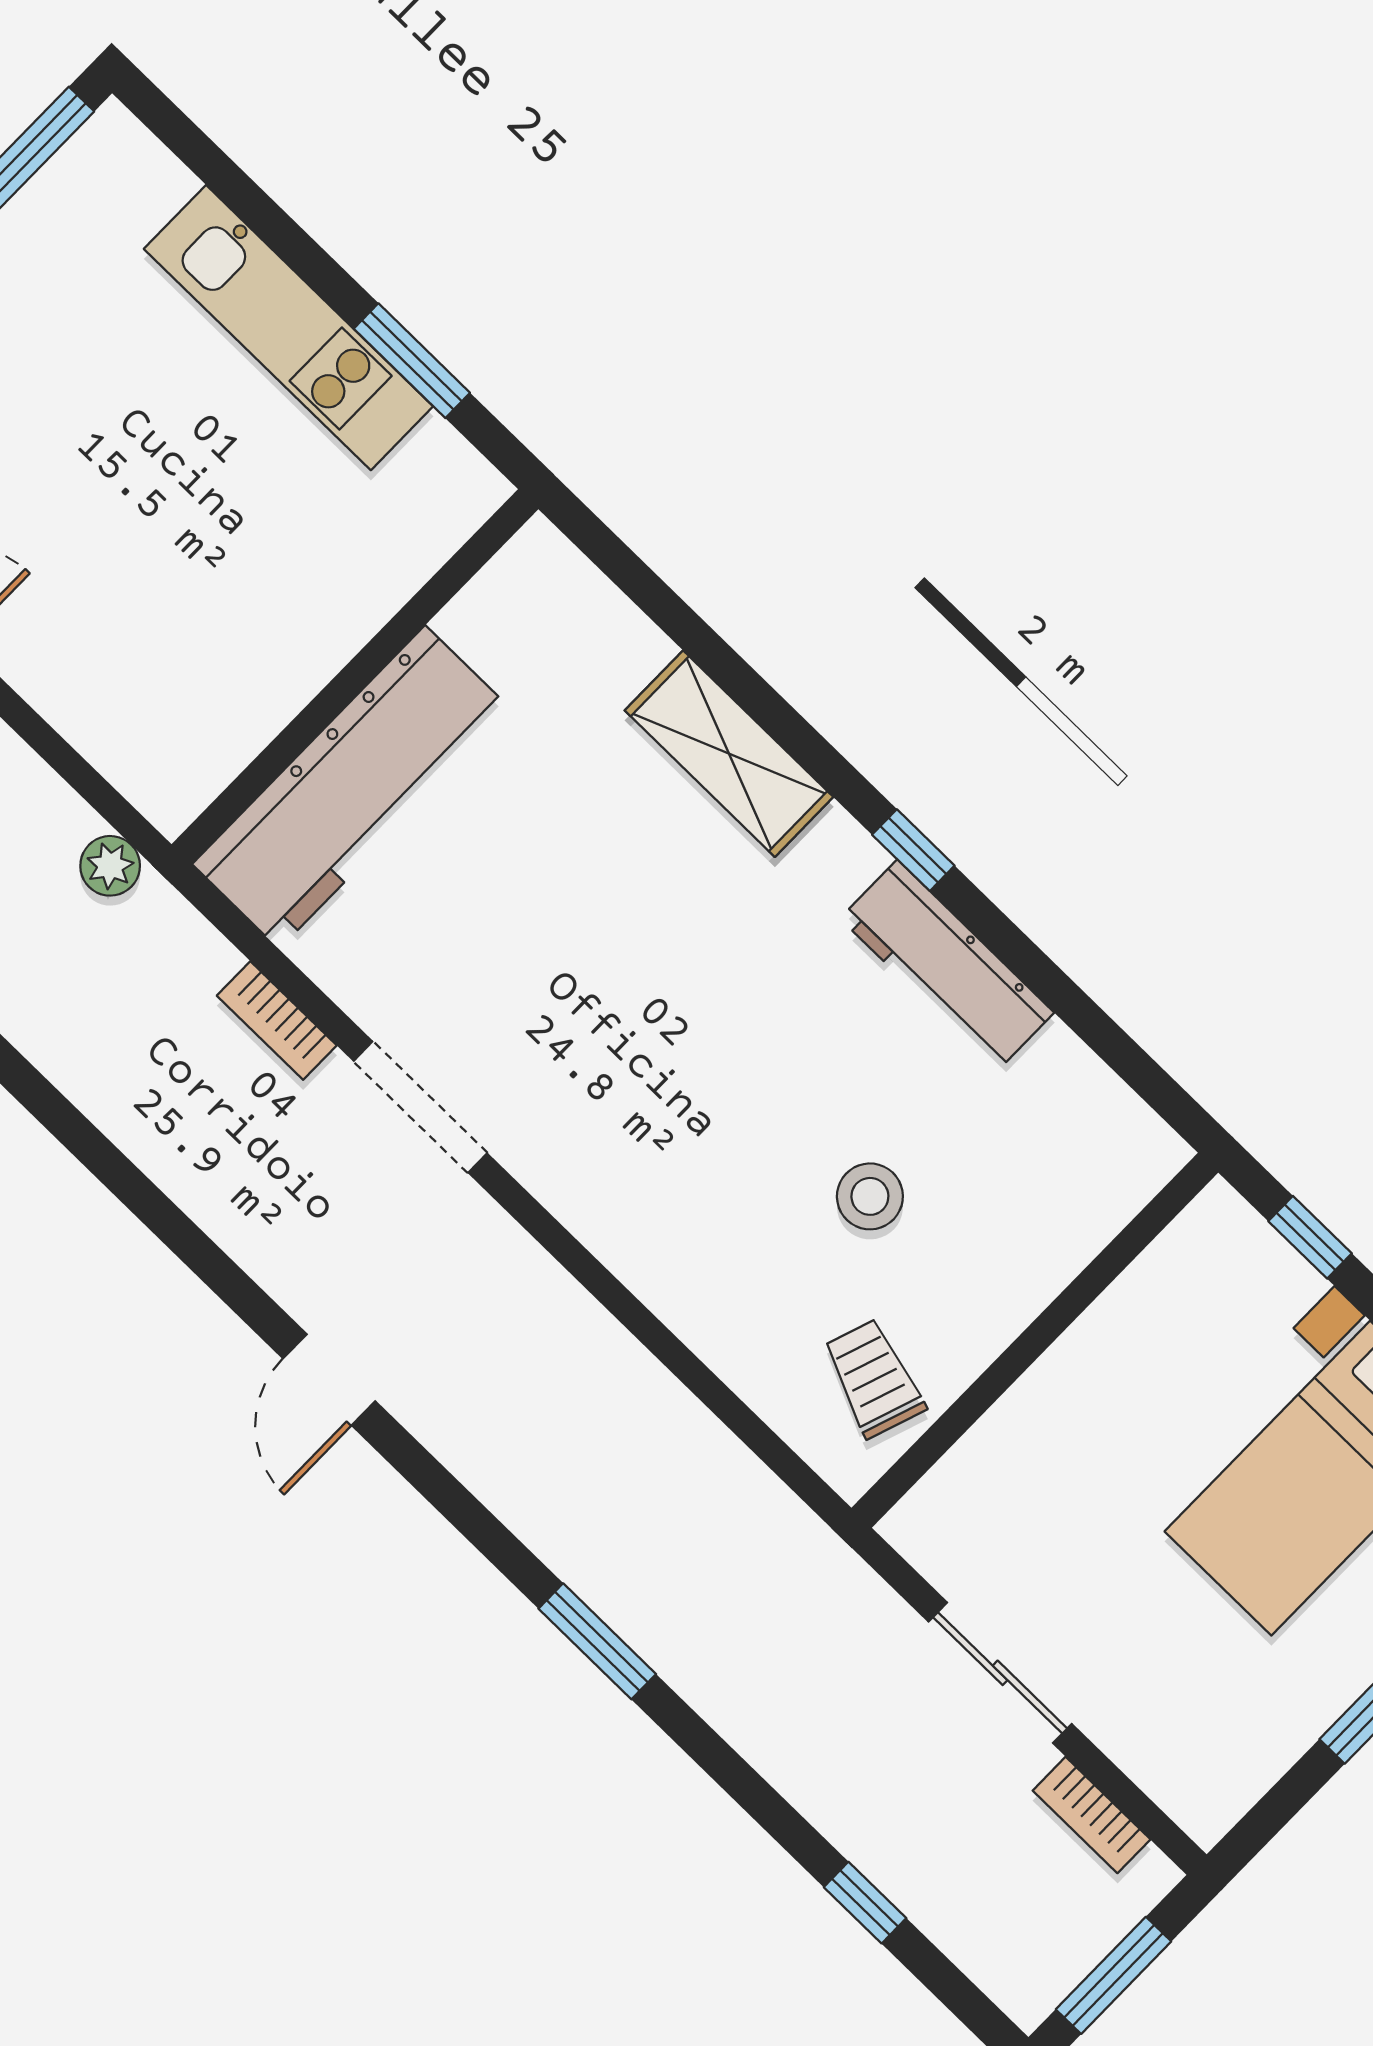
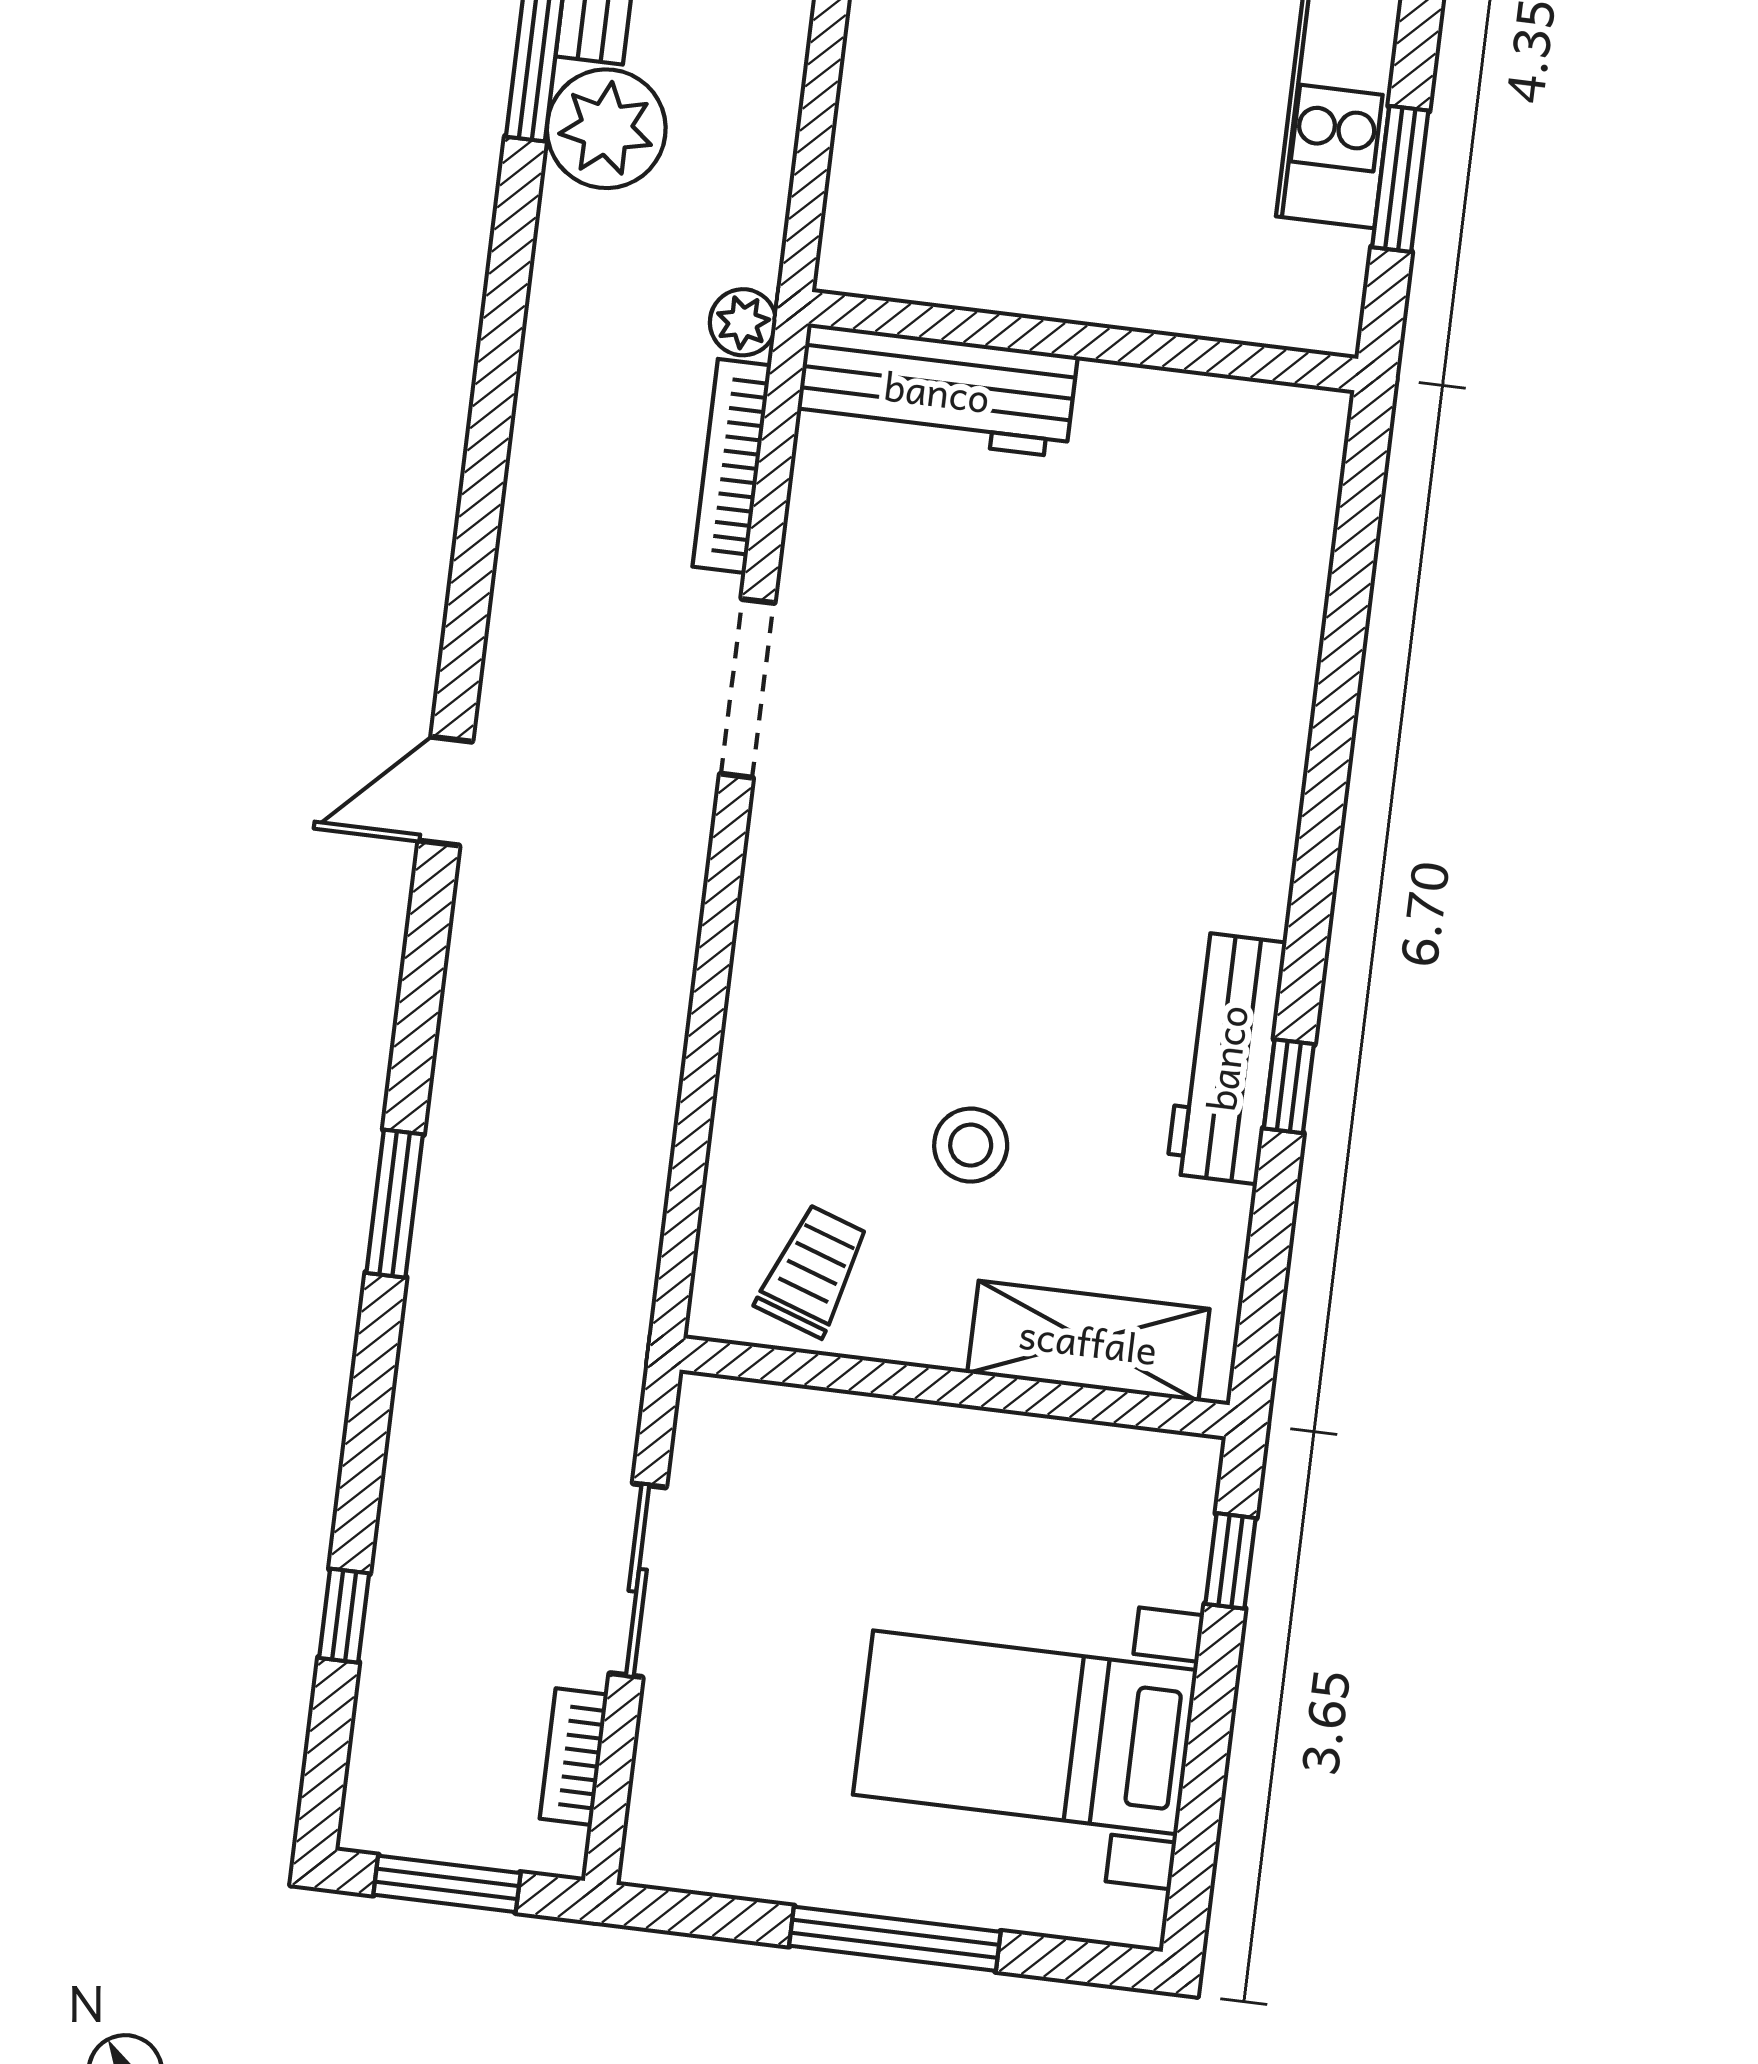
shelving: (729, 754) -> (1088, 1341), moved, turned 90
workbench: (352, 787) -> (937, 391), width x0.73, depth x0.76
window: (913, 850) -> (1289, 1086), moved
plant: (110, 866) -> (743, 322), moved
bookcase: (277, 1021) -> (732, 466), width x1.56

